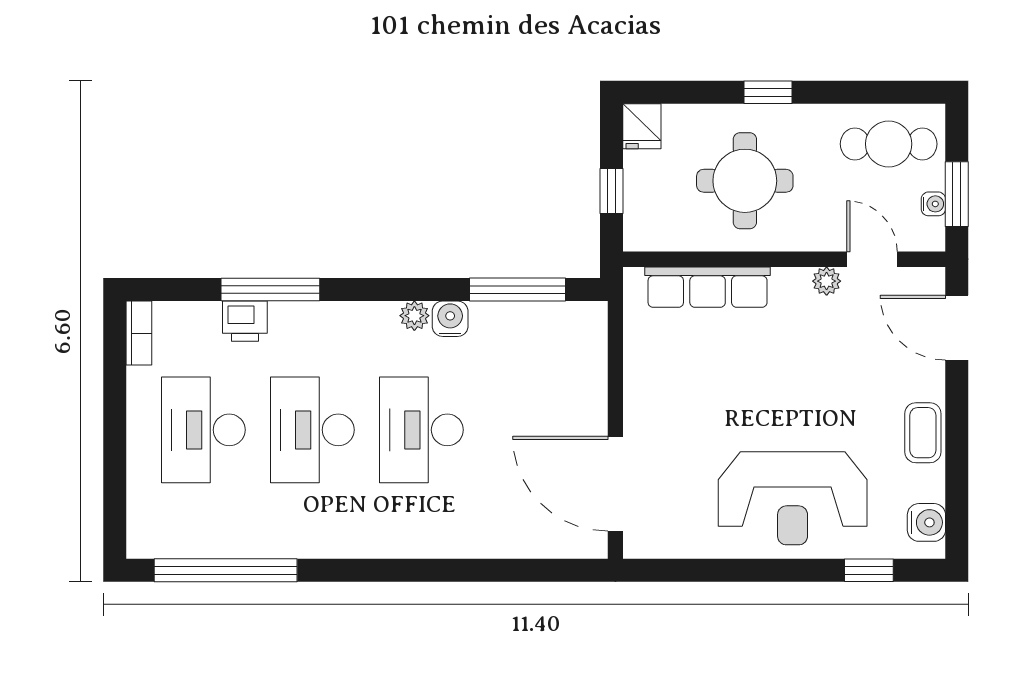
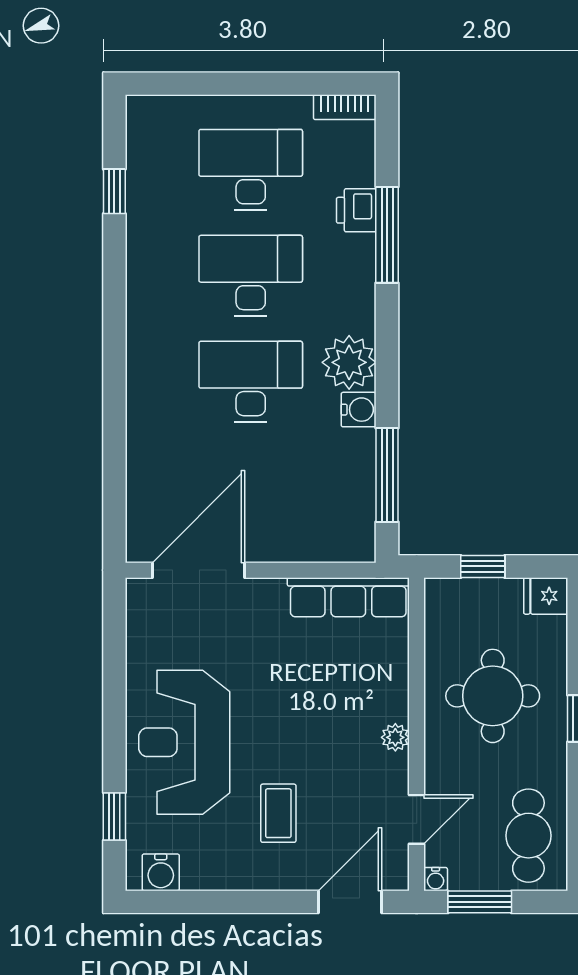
water cooler: (933, 204) -> (436, 879), moved
plant: (827, 281) -> (395, 737), moved
row of seats: (708, 287) -> (348, 597), moved, turned -90
plant: (414, 316) -> (349, 362), width x1.88, depth x1.88
coffee table: (923, 433) -> (278, 813), moved, turned 90
window: (226, 570) -> (114, 191), width x0.32

